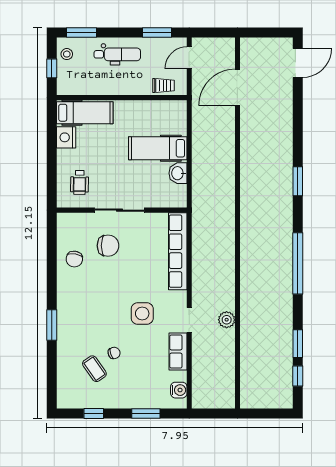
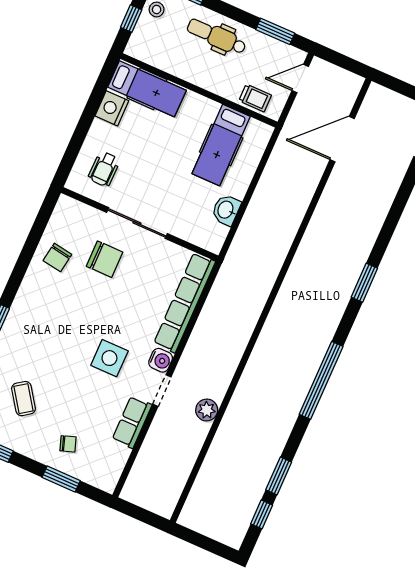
dental chair: (117, 54) -> (217, 36), turned 180
hospital bed: (158, 148) -> (221, 145), moved, turned -90
chair: (114, 353) -> (68, 444), moved
water cooler: (179, 390) -> (161, 360), moved

